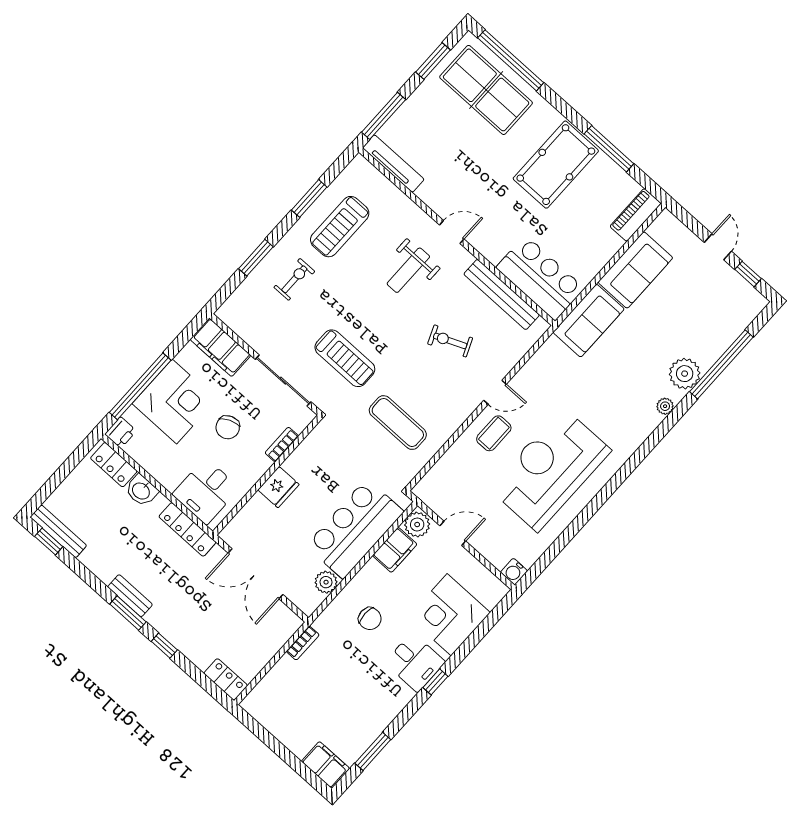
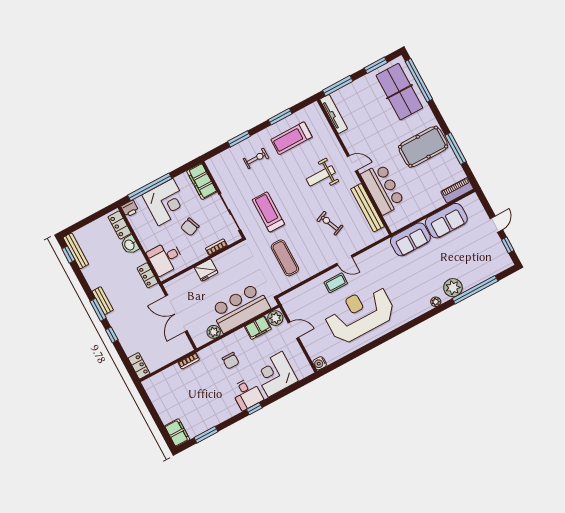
bar counter: (540, 278) -> (383, 189), moved
treadmill: (345, 358) -> (268, 212), turned 180
locker: (187, 529) -> (148, 275), width x0.66

